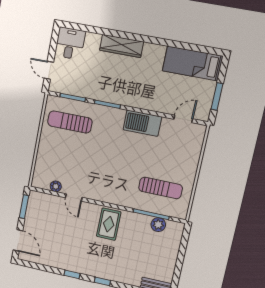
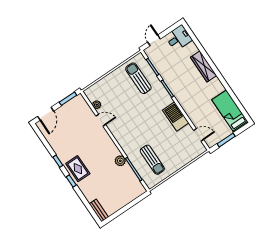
door: (74, 197) -> (101, 120), swing flipped
rug: (109, 224) -> (78, 169), moved, turned 90
plant: (158, 225) -> (120, 161), moved

